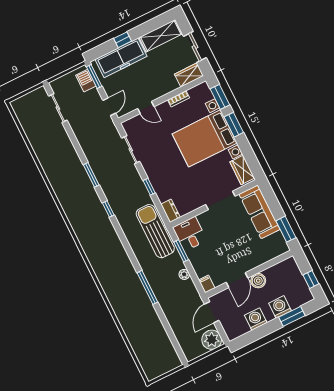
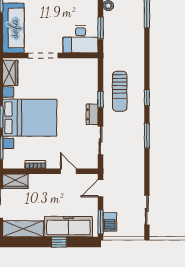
dresser: (171, 211) -> (92, 114), moved
sun lounger: (155, 231) -> (120, 91), moved, width x0.73, depth x0.75
desk: (190, 234) -> (81, 39), width x1.37

